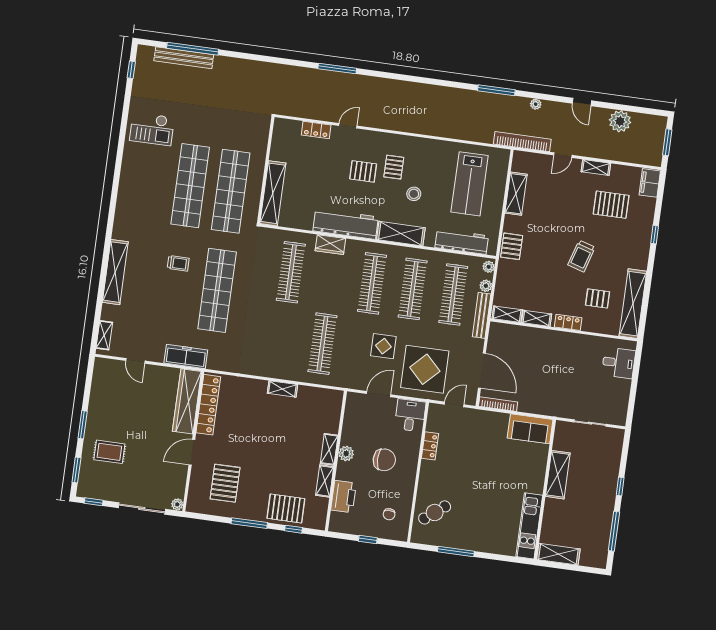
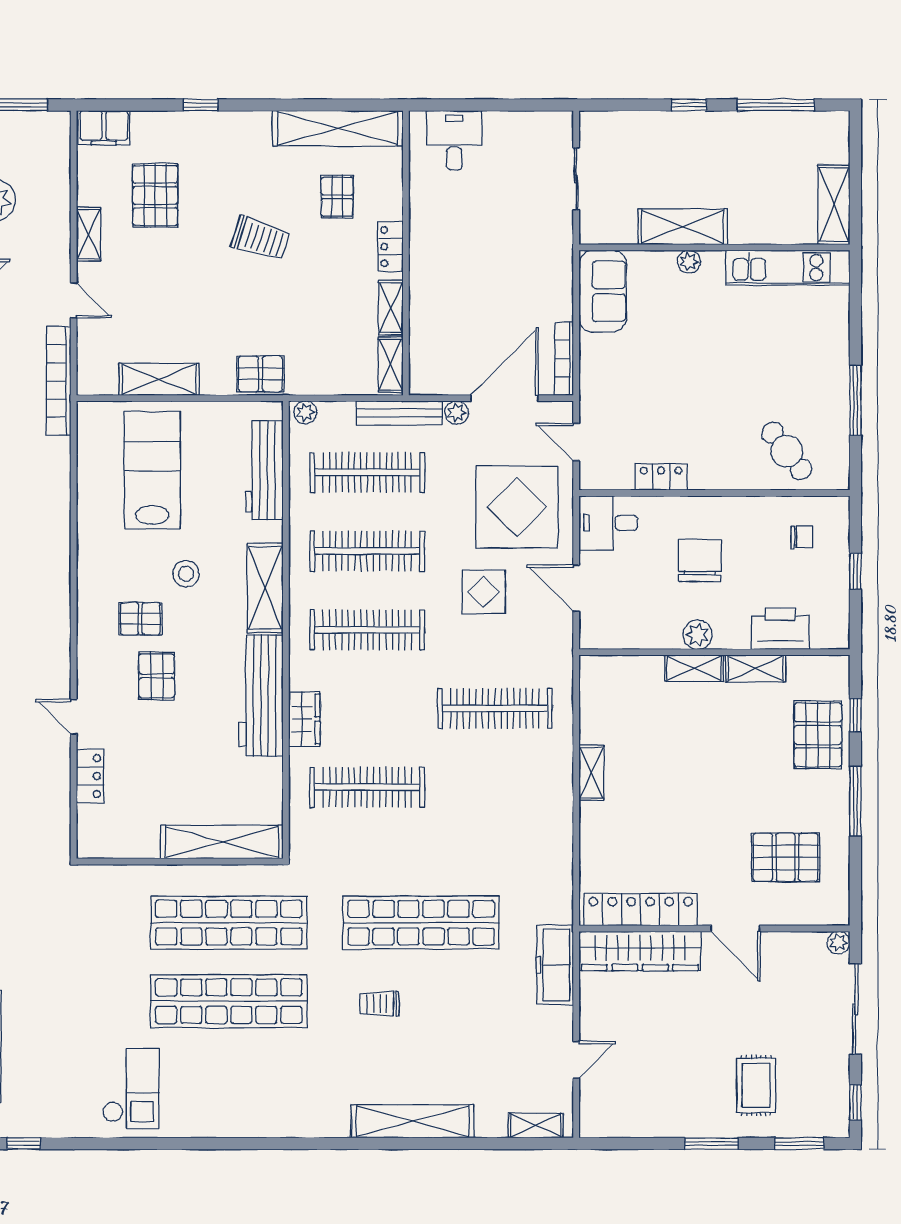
lab bench: (470, 184) -> (152, 470), turned -90
trolley: (178, 263) -> (380, 1004), turned -90
plant: (486, 286) -> (457, 413), moved
plant: (539, 475) -> (689, 262), added

